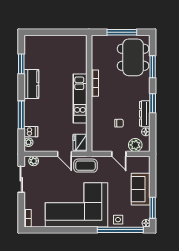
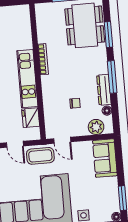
window: (153, 103) -> (112, 77), width x1.44
fridge: (80, 142) -> (31, 118), moved
door: (119, 154) -> (62, 140), moved
sofa: (141, 189) -> (105, 158), moved

